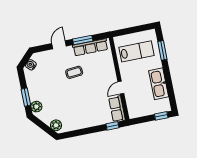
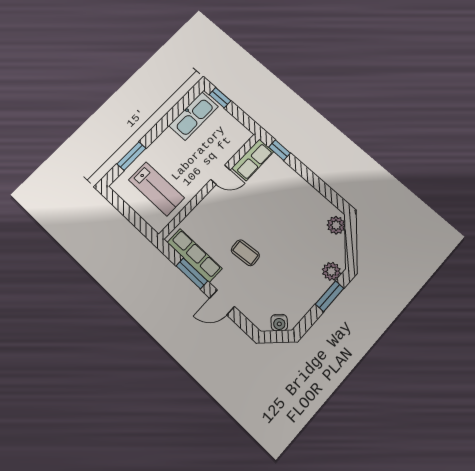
lab bench: (137, 51) -> (156, 189), turned 180
kitchen sink: (159, 84) -> (194, 116), moved

